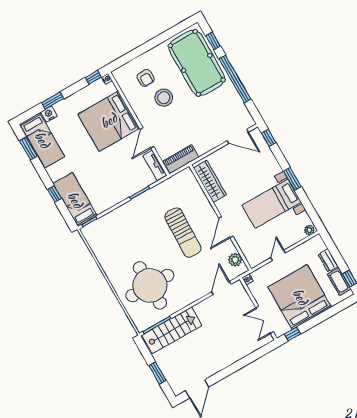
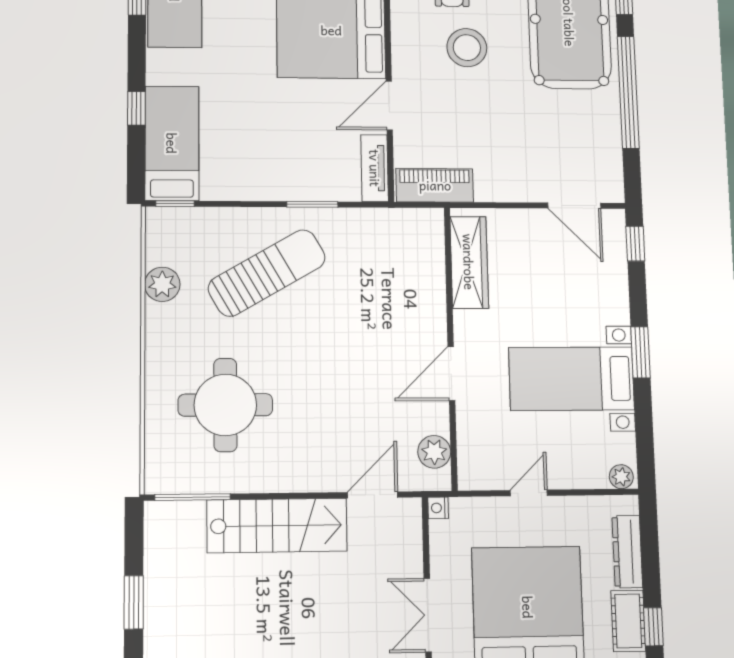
sun lounger: (183, 233) -> (267, 273), moved, turned -122
plant: (102, 254) -> (162, 284), added
dresser: (328, 260) -> (627, 552), width x1.44
round table: (150, 285) -> (225, 405), width x0.73, depth x0.73
stairs: (172, 330) -> (277, 526), moved

